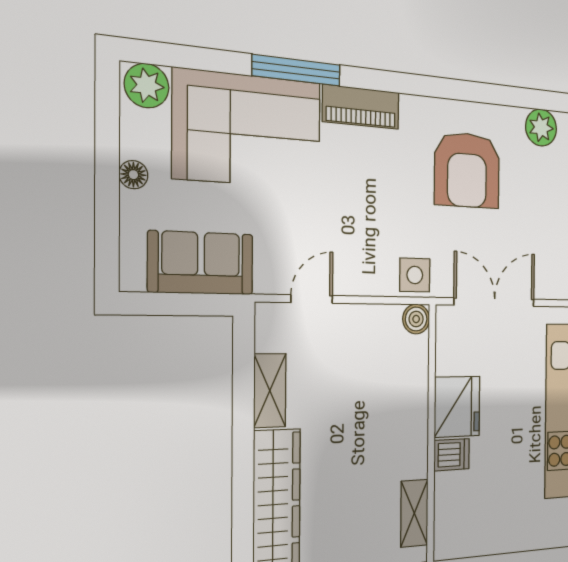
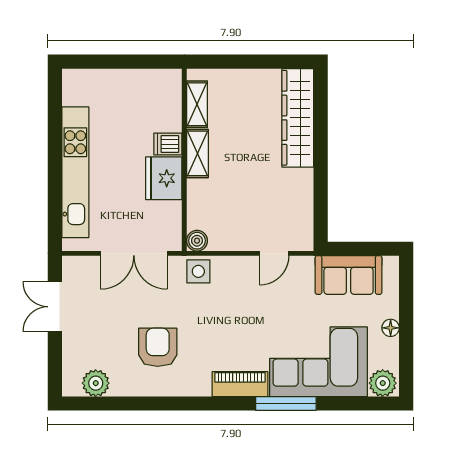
armchair: (467, 170) -> (158, 347), width x0.73, depth x0.73
shelving: (270, 391) -> (197, 153), moved

